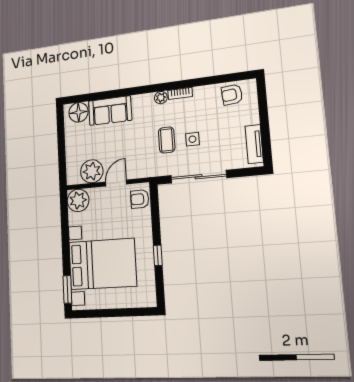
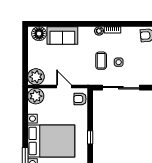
plant: (92, 171) -> (36, 77), moved
door: (116, 183) -> (64, 87), hinge flipped

